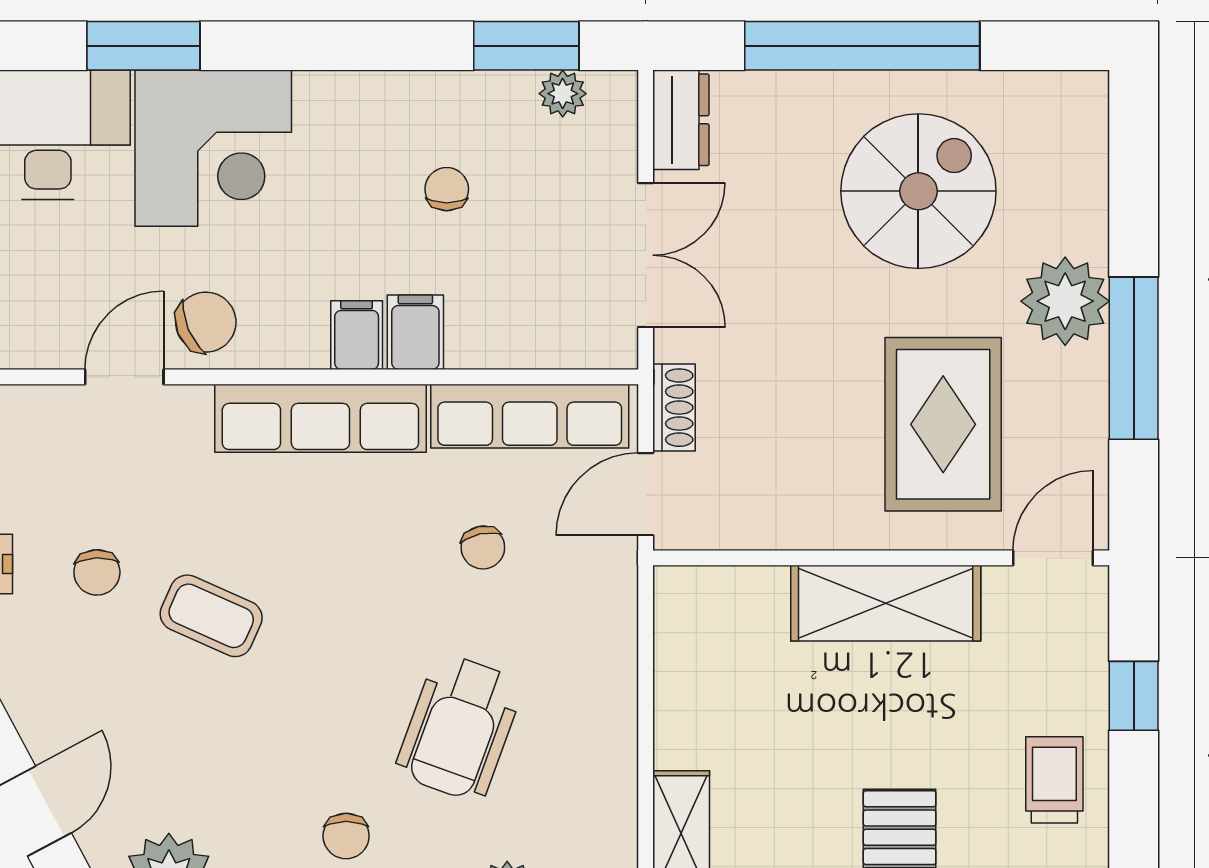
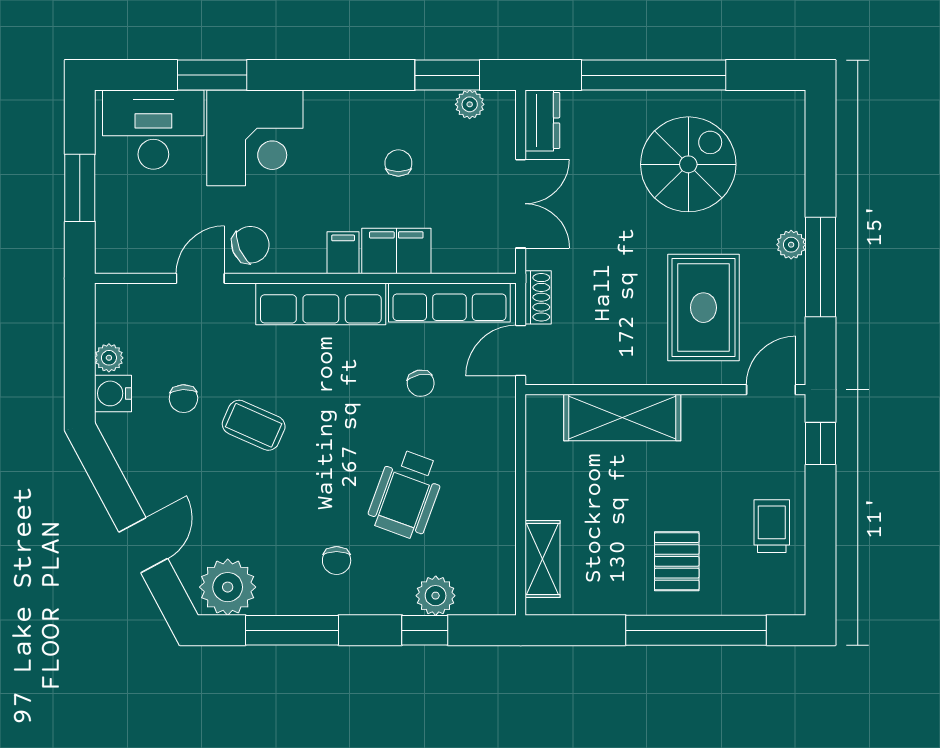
plant: (1065, 301) -> (791, 245), width x0.53, depth x0.53
filing cabinet: (415, 332) -> (396, 251), width x2.00
shelving: (886, 603) -> (622, 417), moved
window: (1134, 696) -> (820, 444), moved

